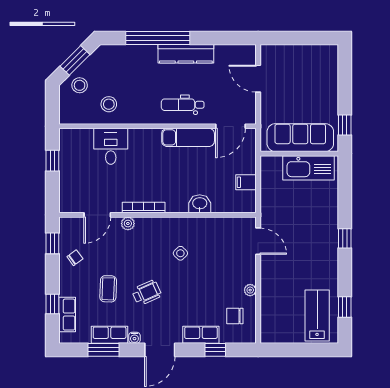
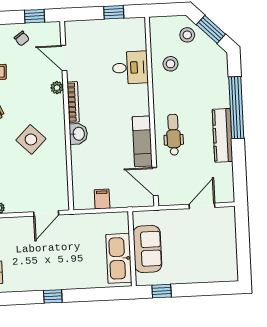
sofa: (300, 138) -> (147, 249), width x0.73
washbasin: (200, 204) -> (78, 134), moved
side table: (180, 253) -> (31, 139), width x1.87, depth x1.87

